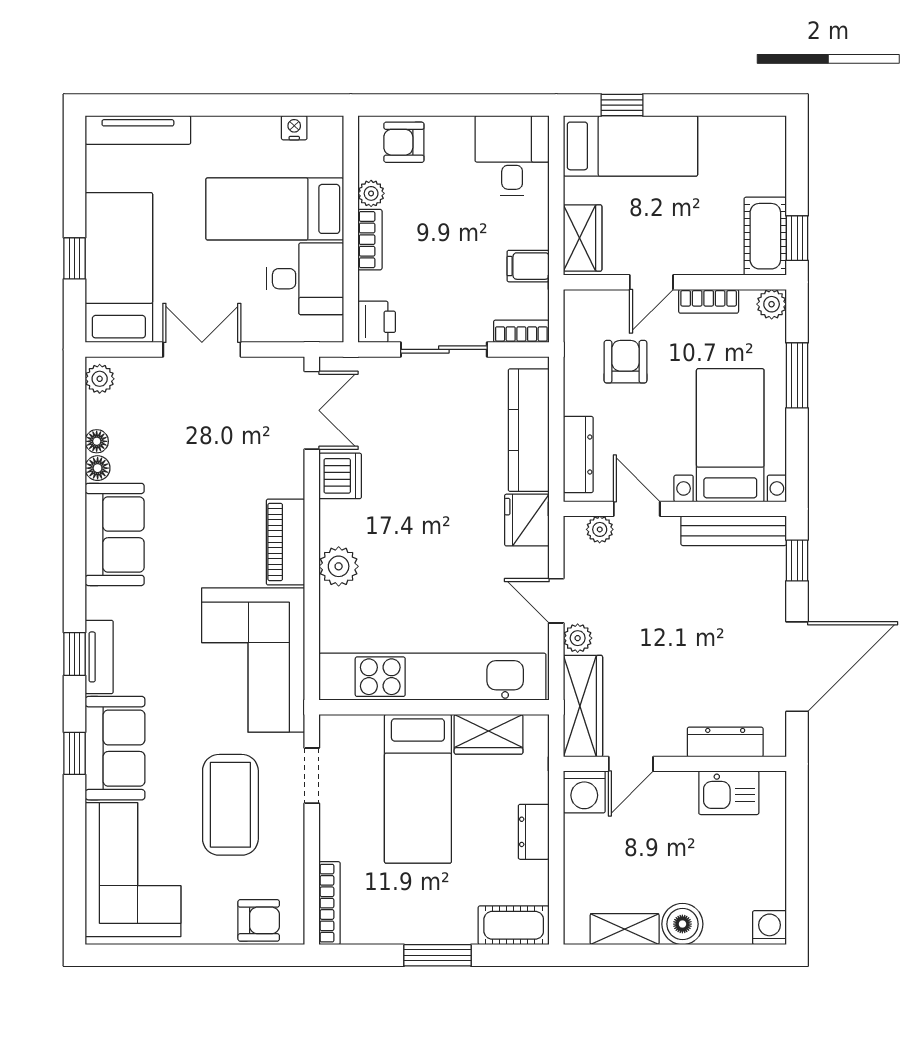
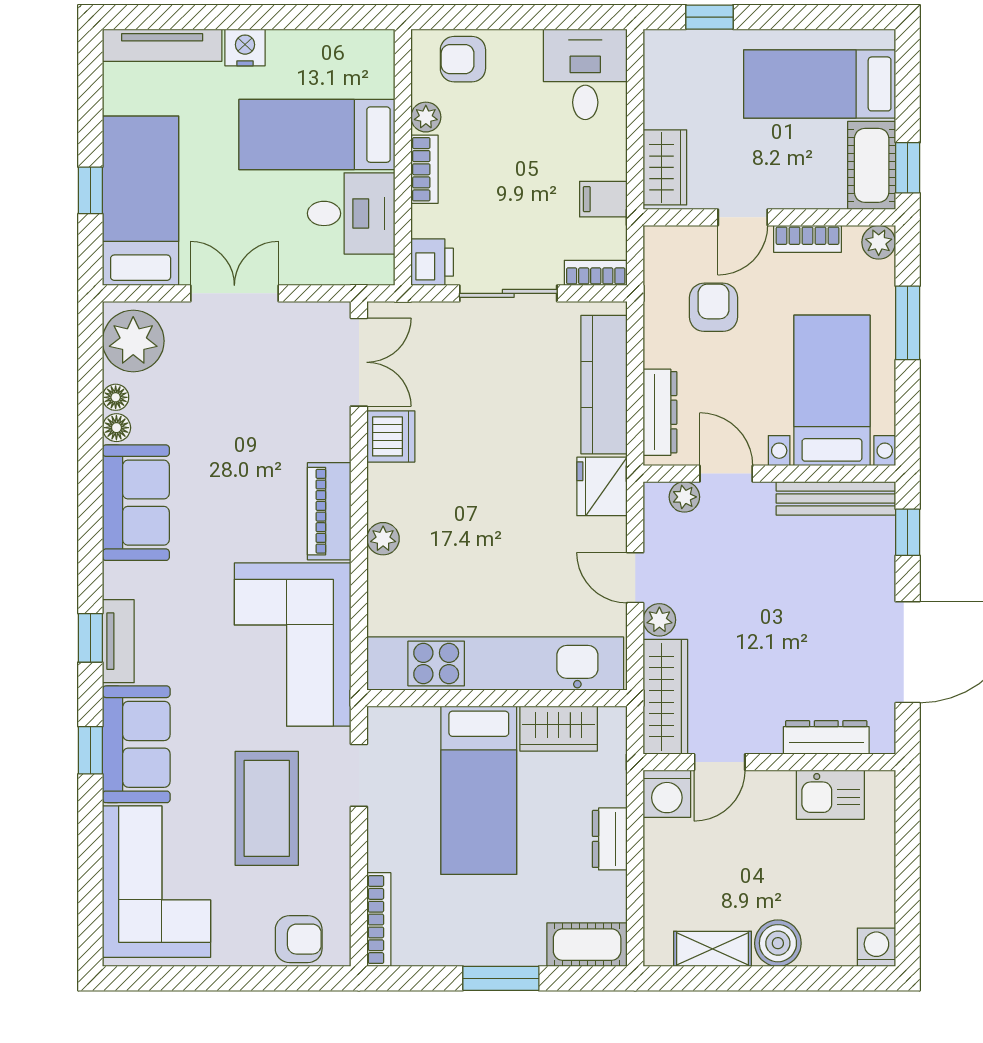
nightstand: (294, 128) -> (245, 48), moved, width x1.39, depth x1.35
bed: (630, 146) -> (820, 84), moved, turned 180
plant: (100, 379) -> (133, 341), width x1.88, depth x1.88
plant: (339, 566) -> (383, 539), width x0.73, depth x0.73

